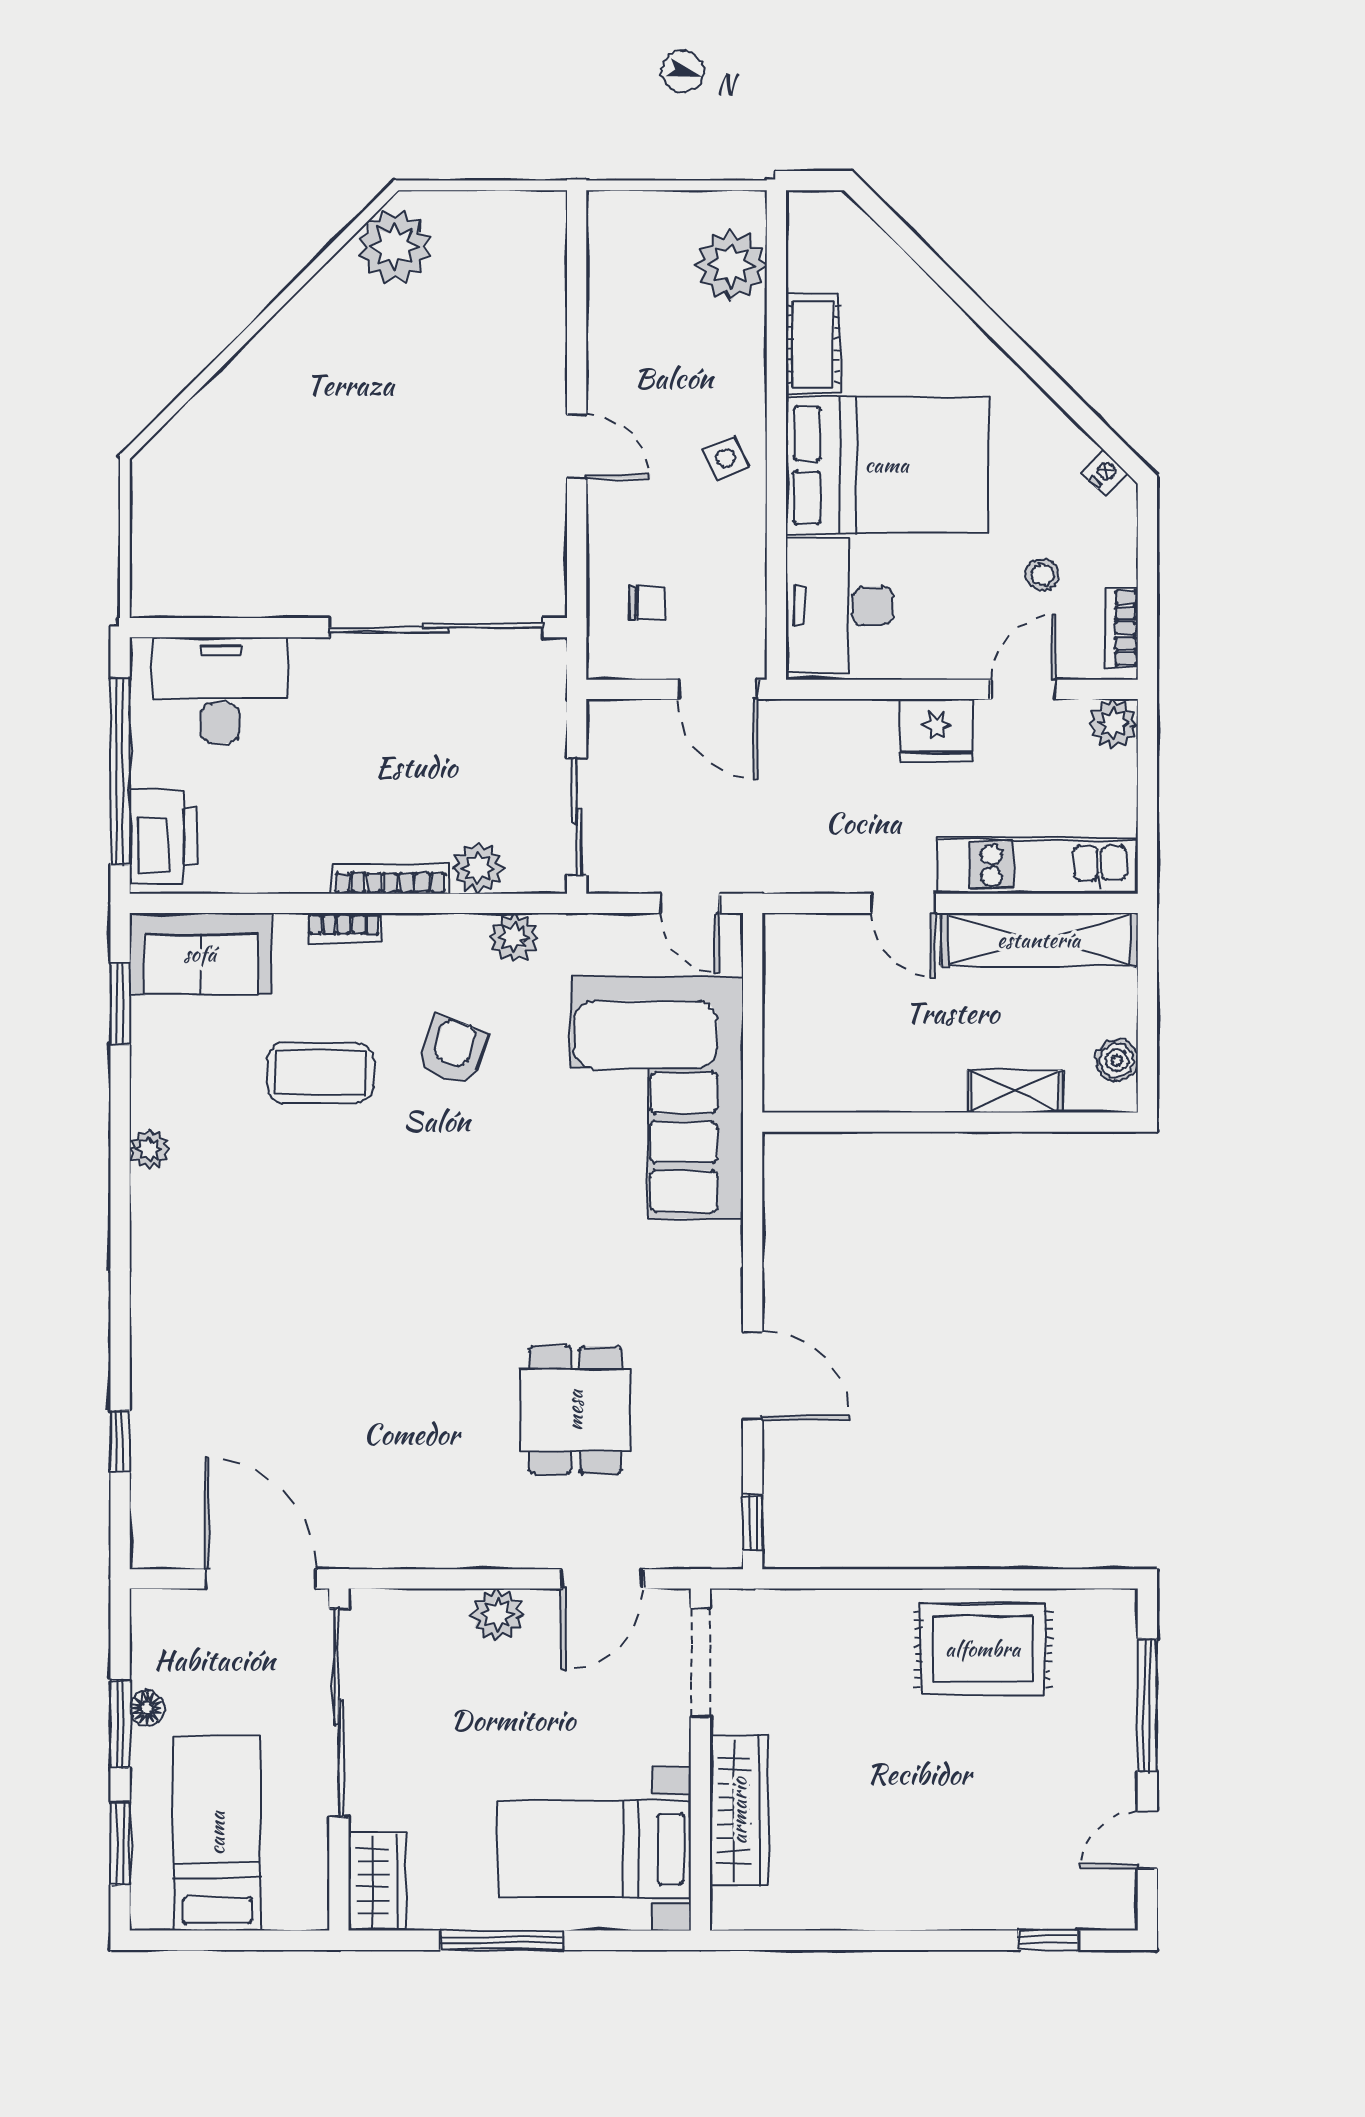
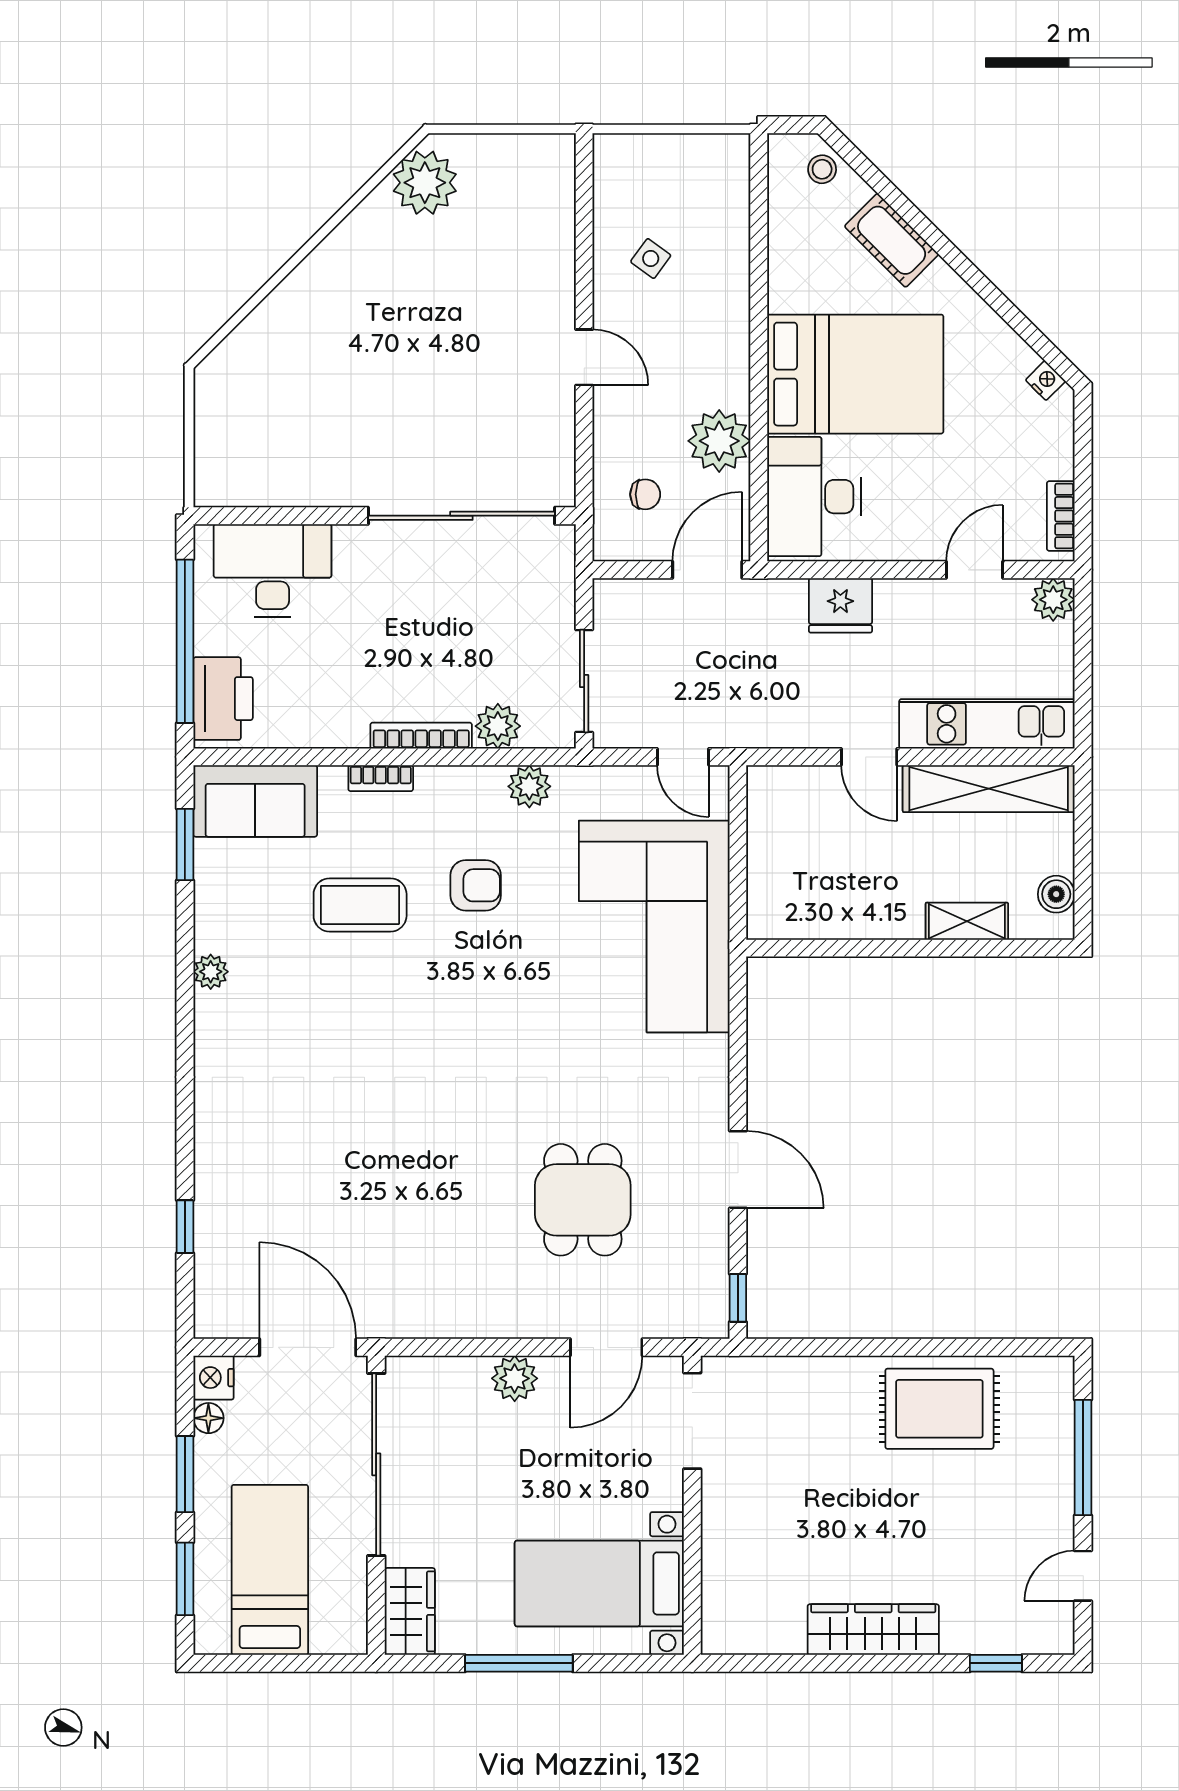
plant: (731, 265) -> (719, 441), moved
cot: (813, 344) -> (892, 240), moved, turned -45
side table: (726, 458) -> (651, 259), moved, turned -30
stool: (1042, 575) -> (822, 169), moved
door: (717, 689) -> (707, 570), swing flipped
fridge: (937, 730) -> (840, 605), moved
armchair: (453, 1050) -> (476, 885), turned 71
nightstand: (153, 1613) -> (214, 1378), added
floor lamp: (147, 1708) -> (208, 1418), moved
wardrobe: (739, 1811) -> (873, 1630), moved, turned -90

